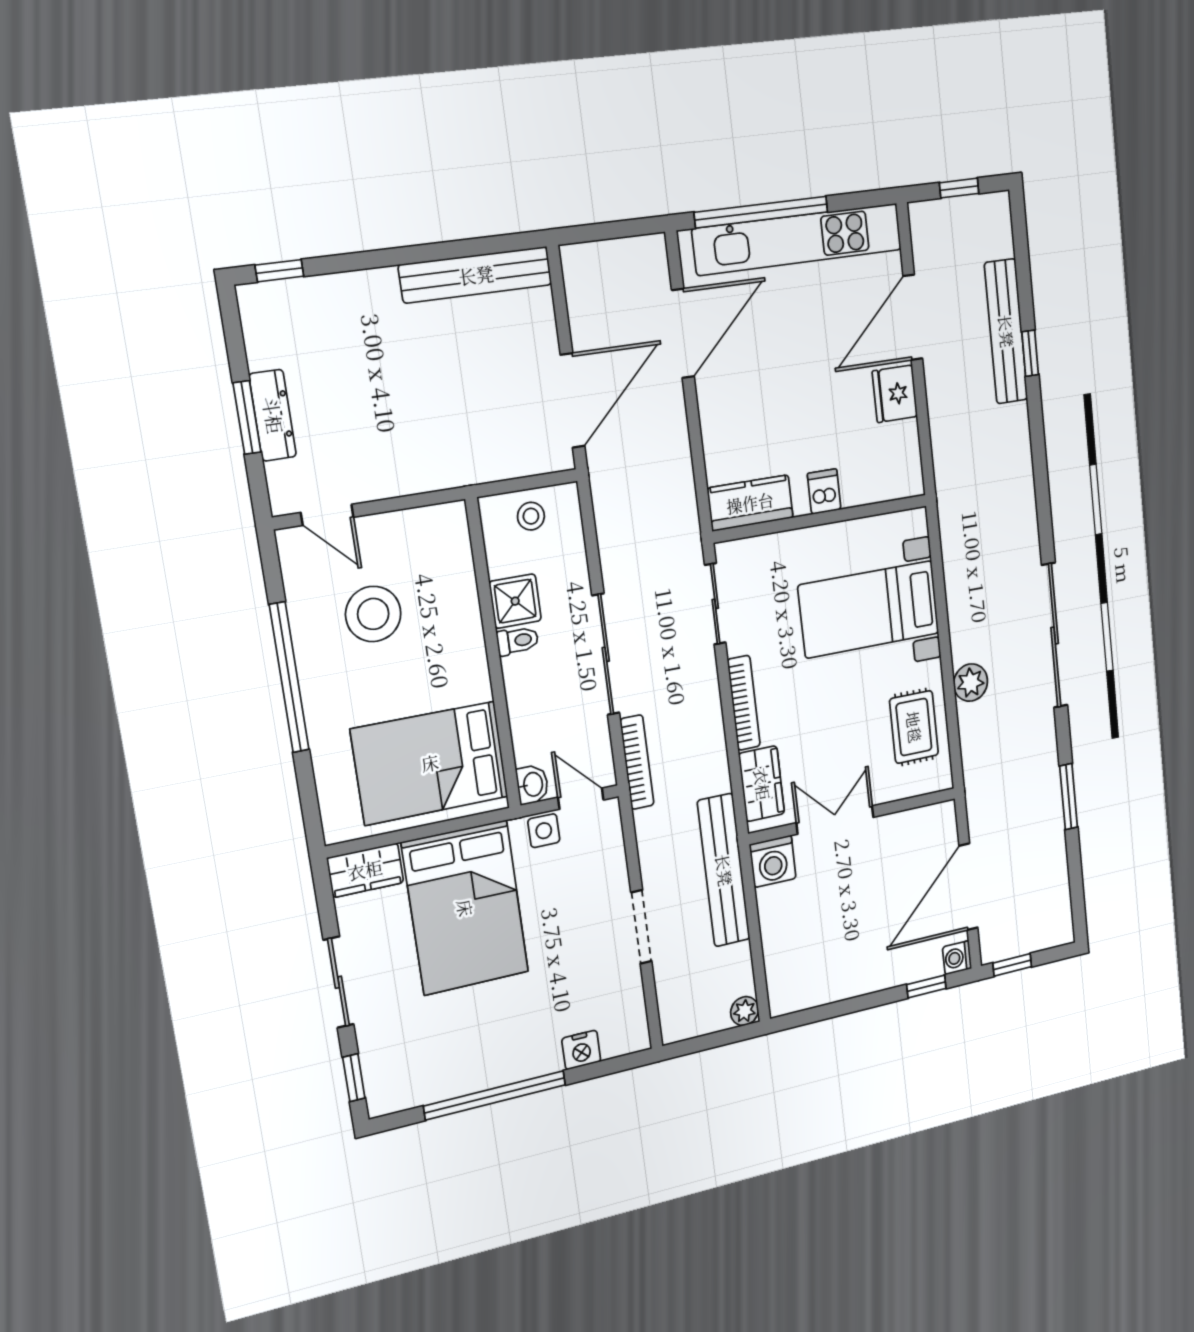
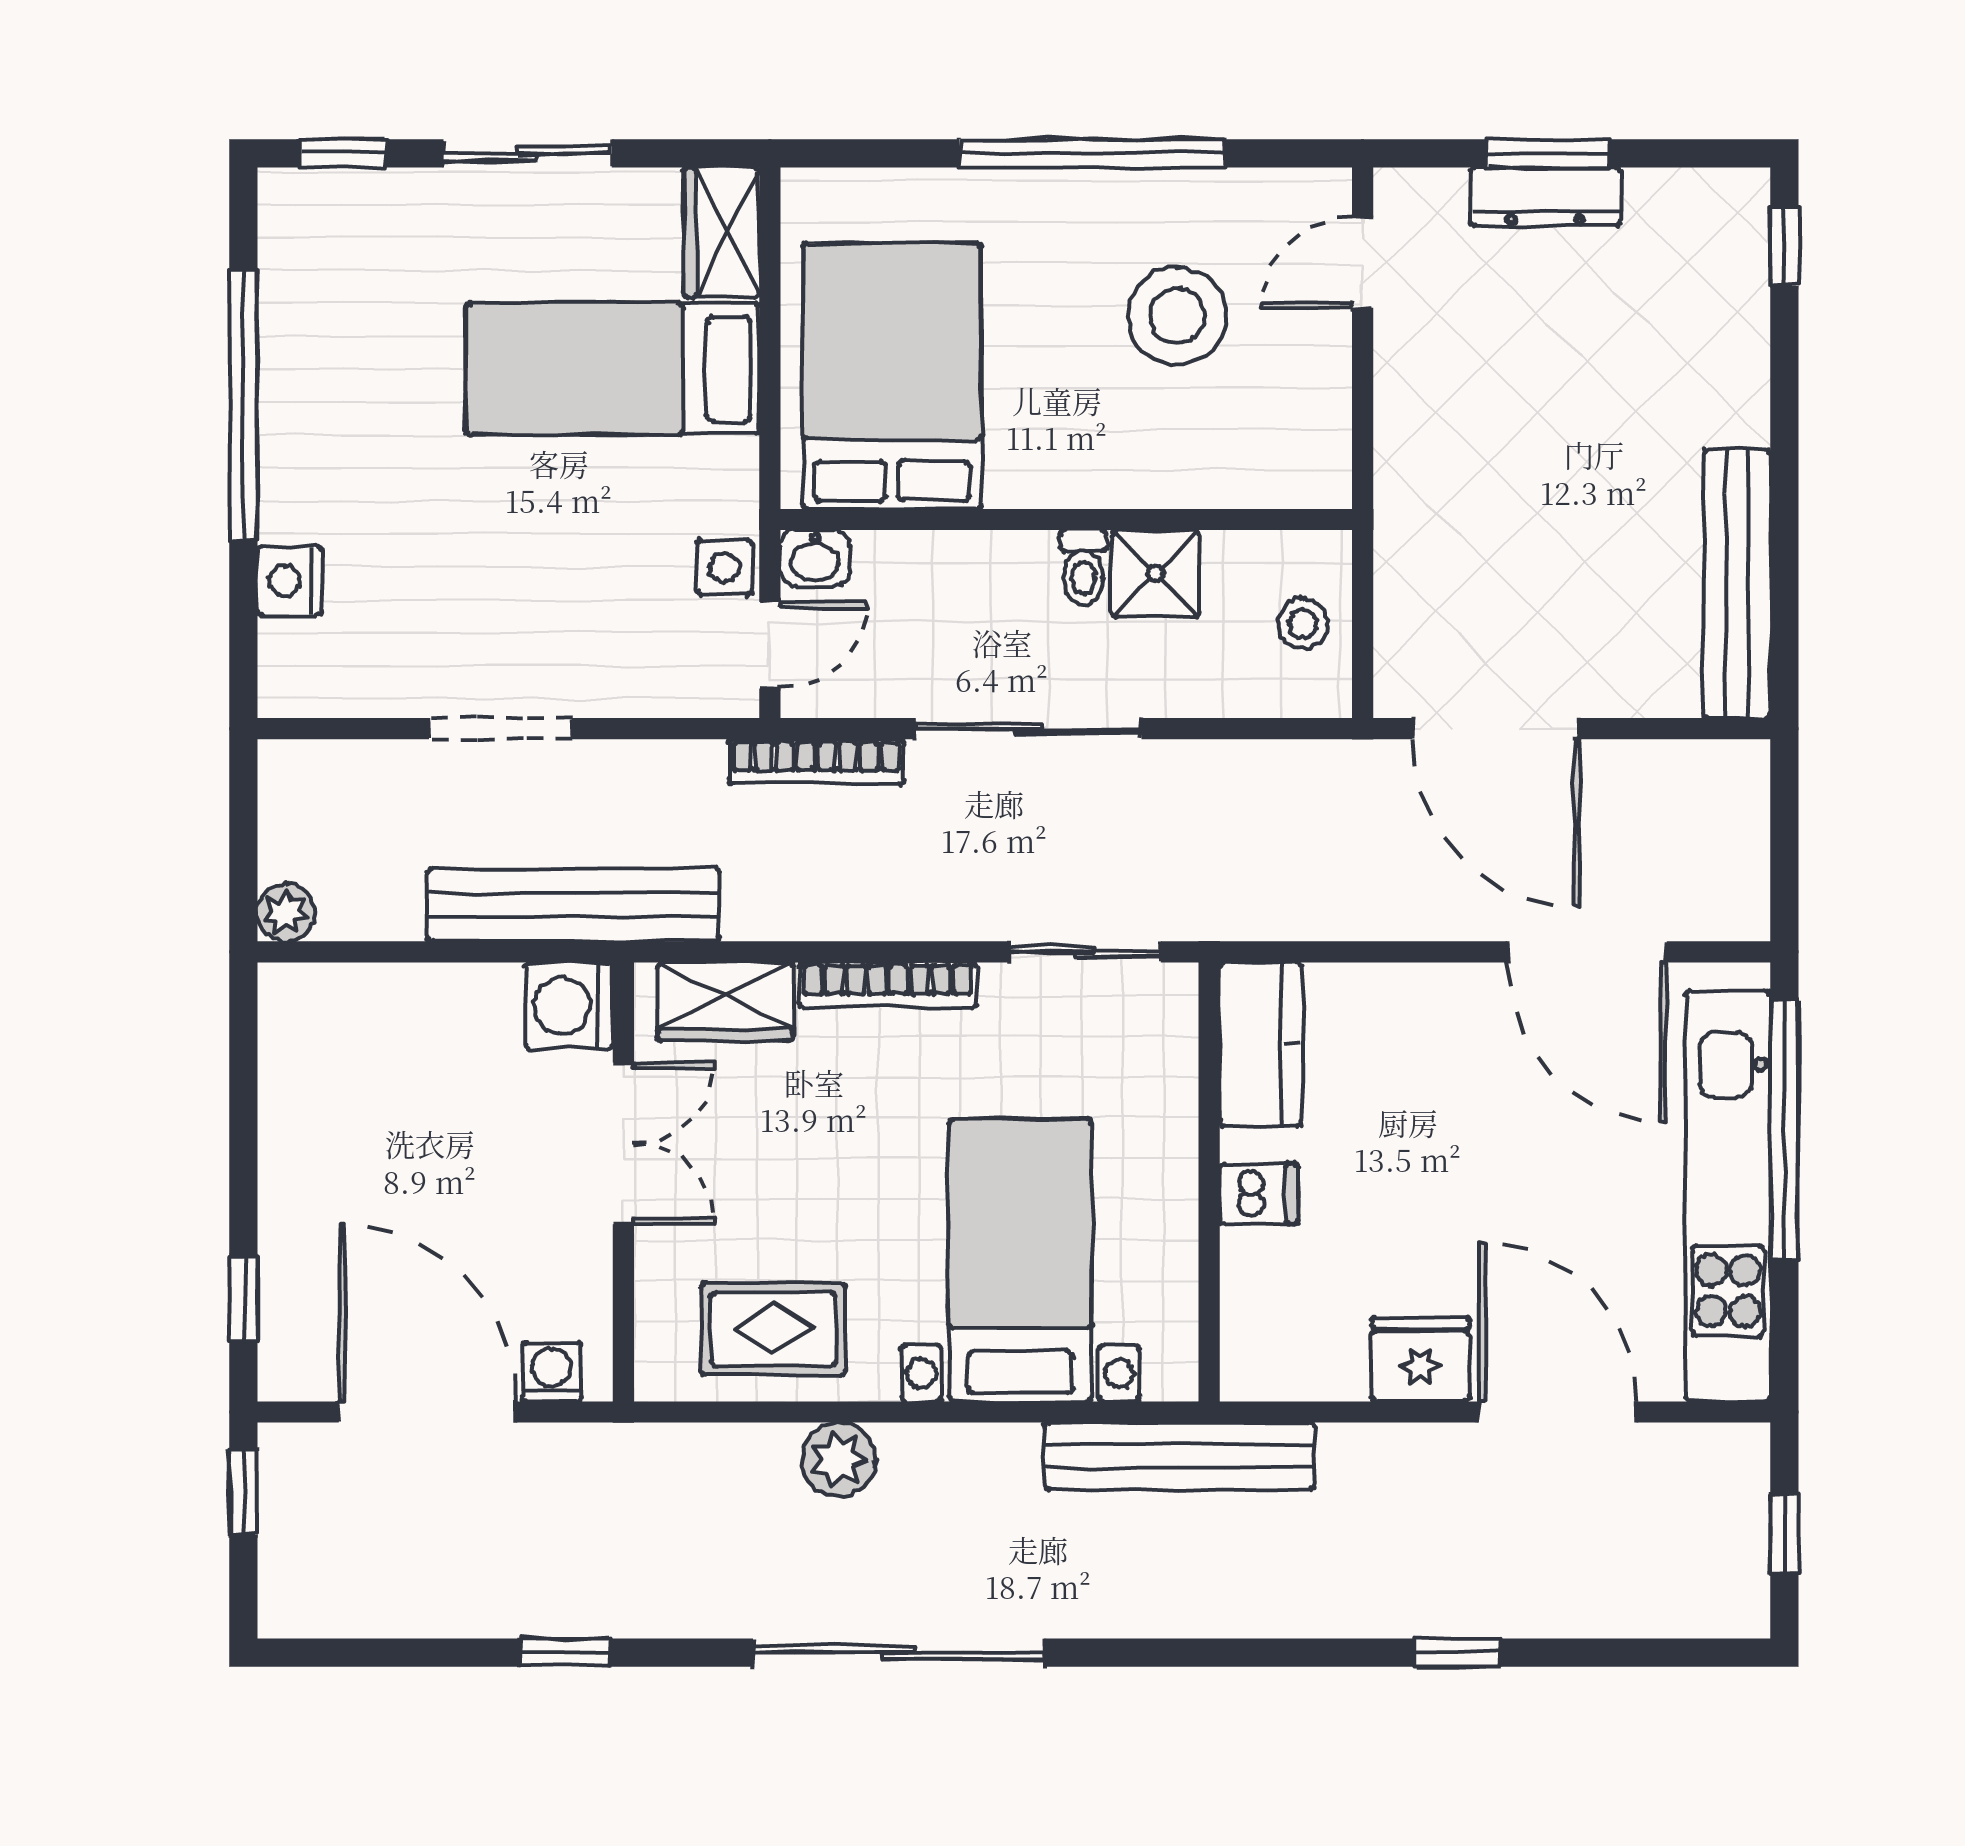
bench: (1006, 331) -> (1179, 1456), moved
window: (1069, 797) -> (565, 1653), width x0.67
bed: (465, 908) -> (613, 369), width x0.67
washing machine: (957, 958) -> (552, 1372), moved

